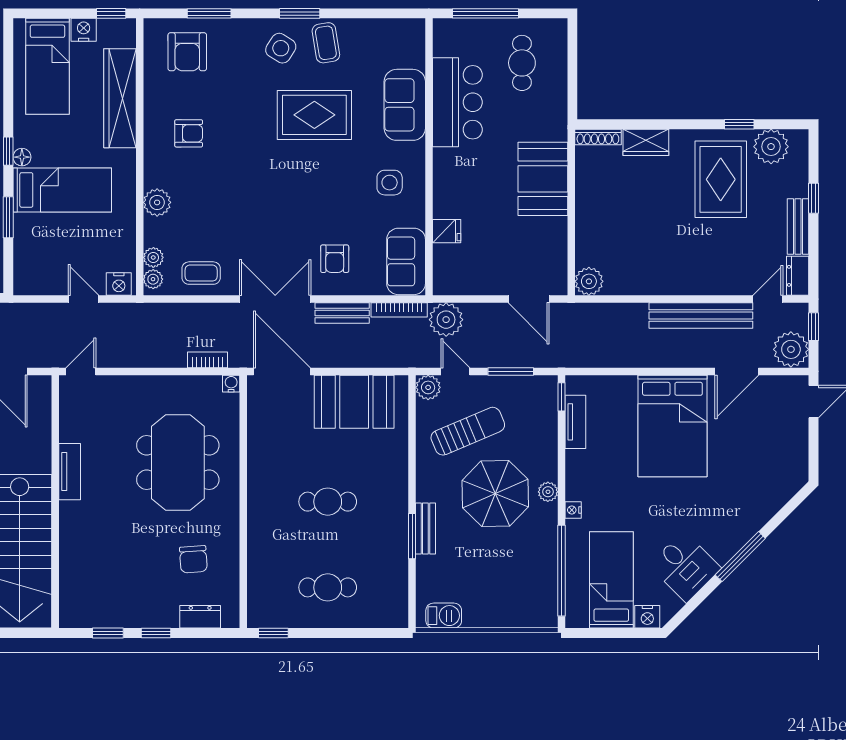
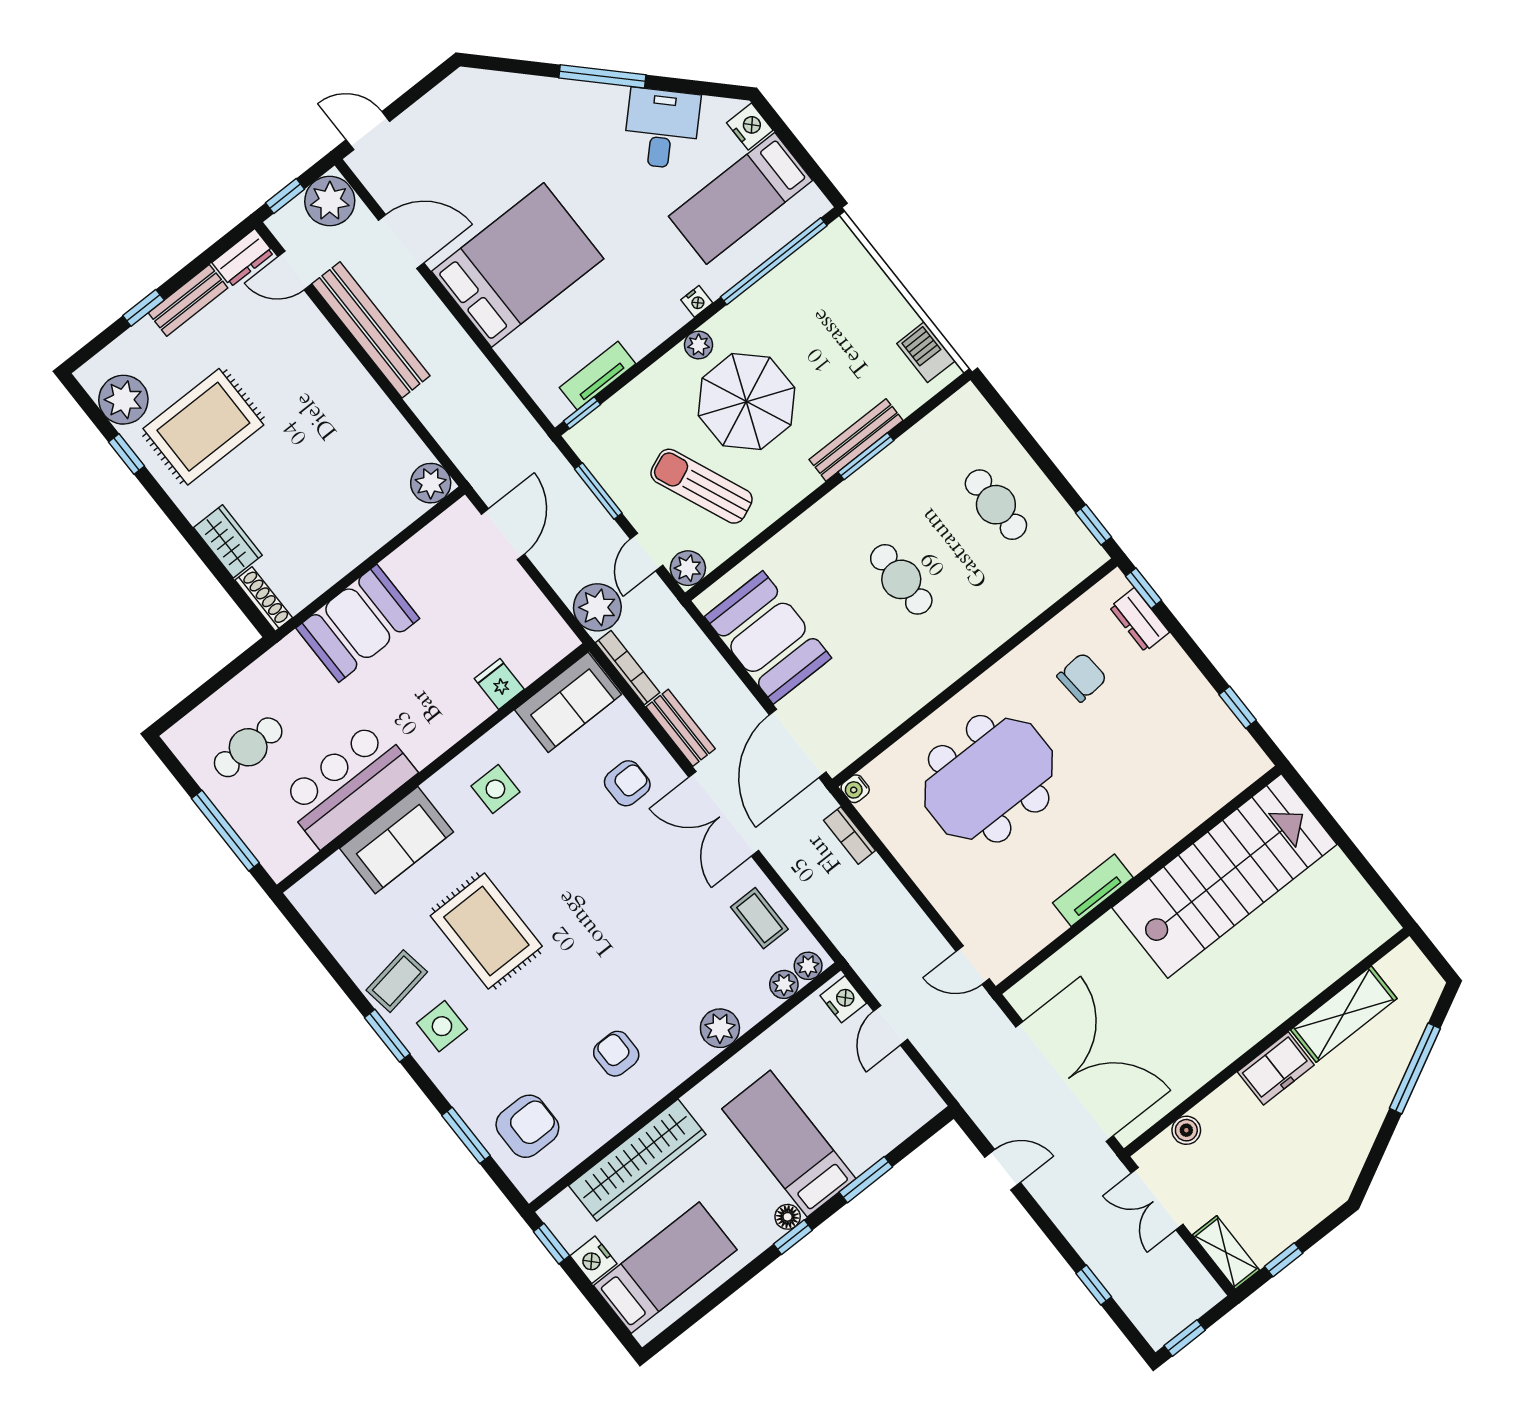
side table: (281, 48) -> (442, 1026), turned -32
bench: (425, 529) -> (856, 440), width x1.36
window: (156, 633) -> (1144, 588), moved

